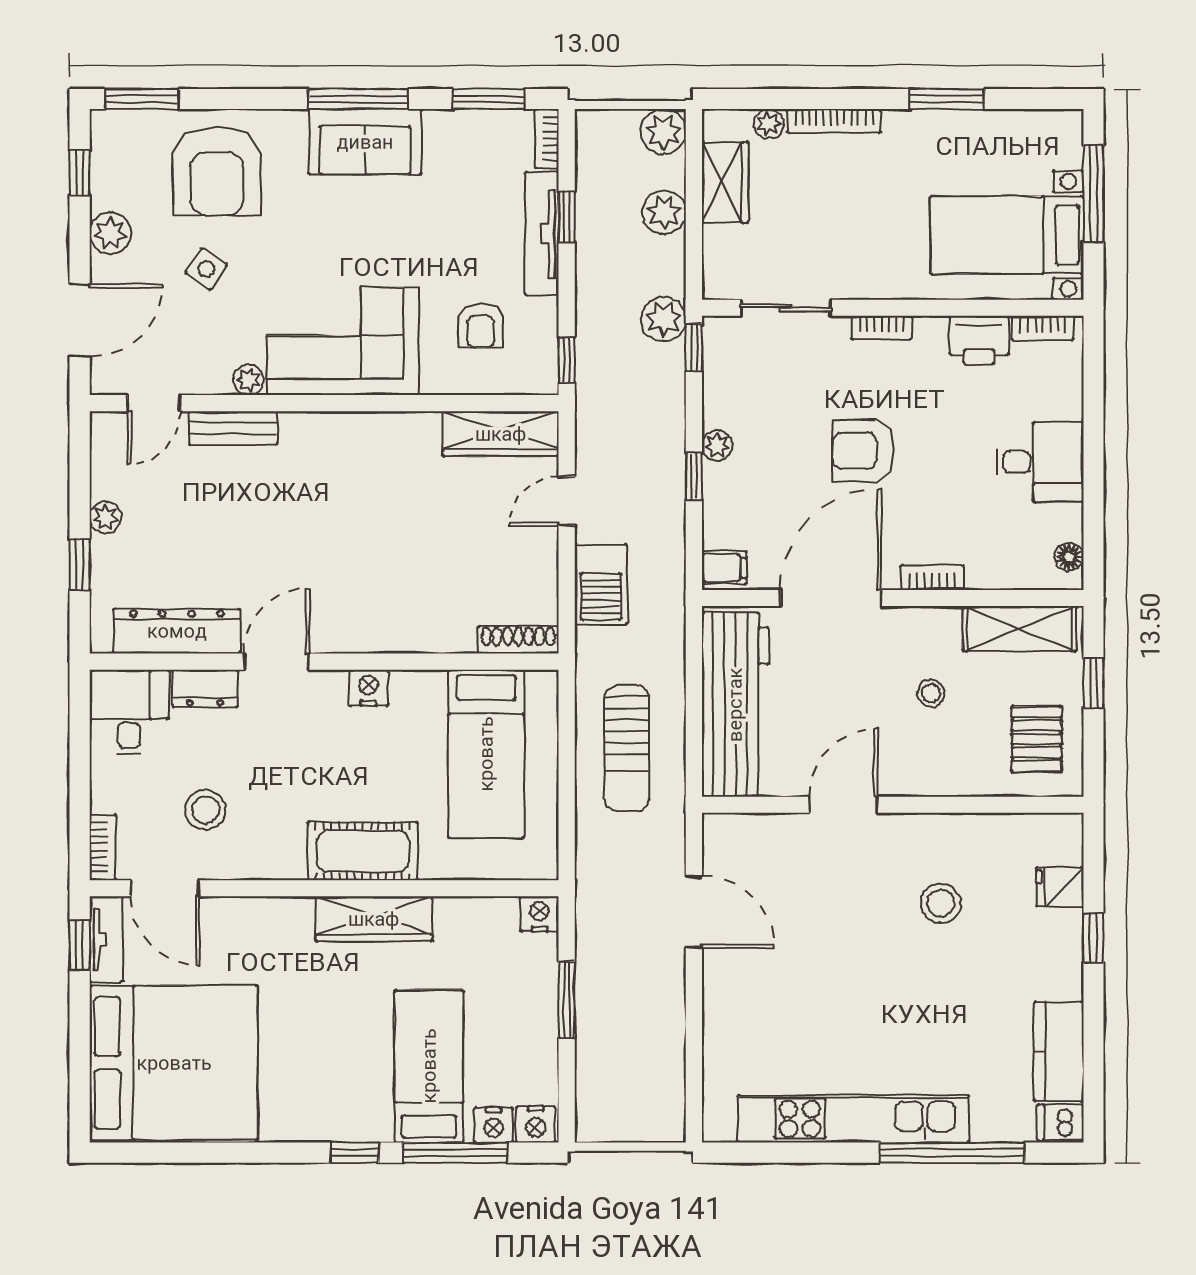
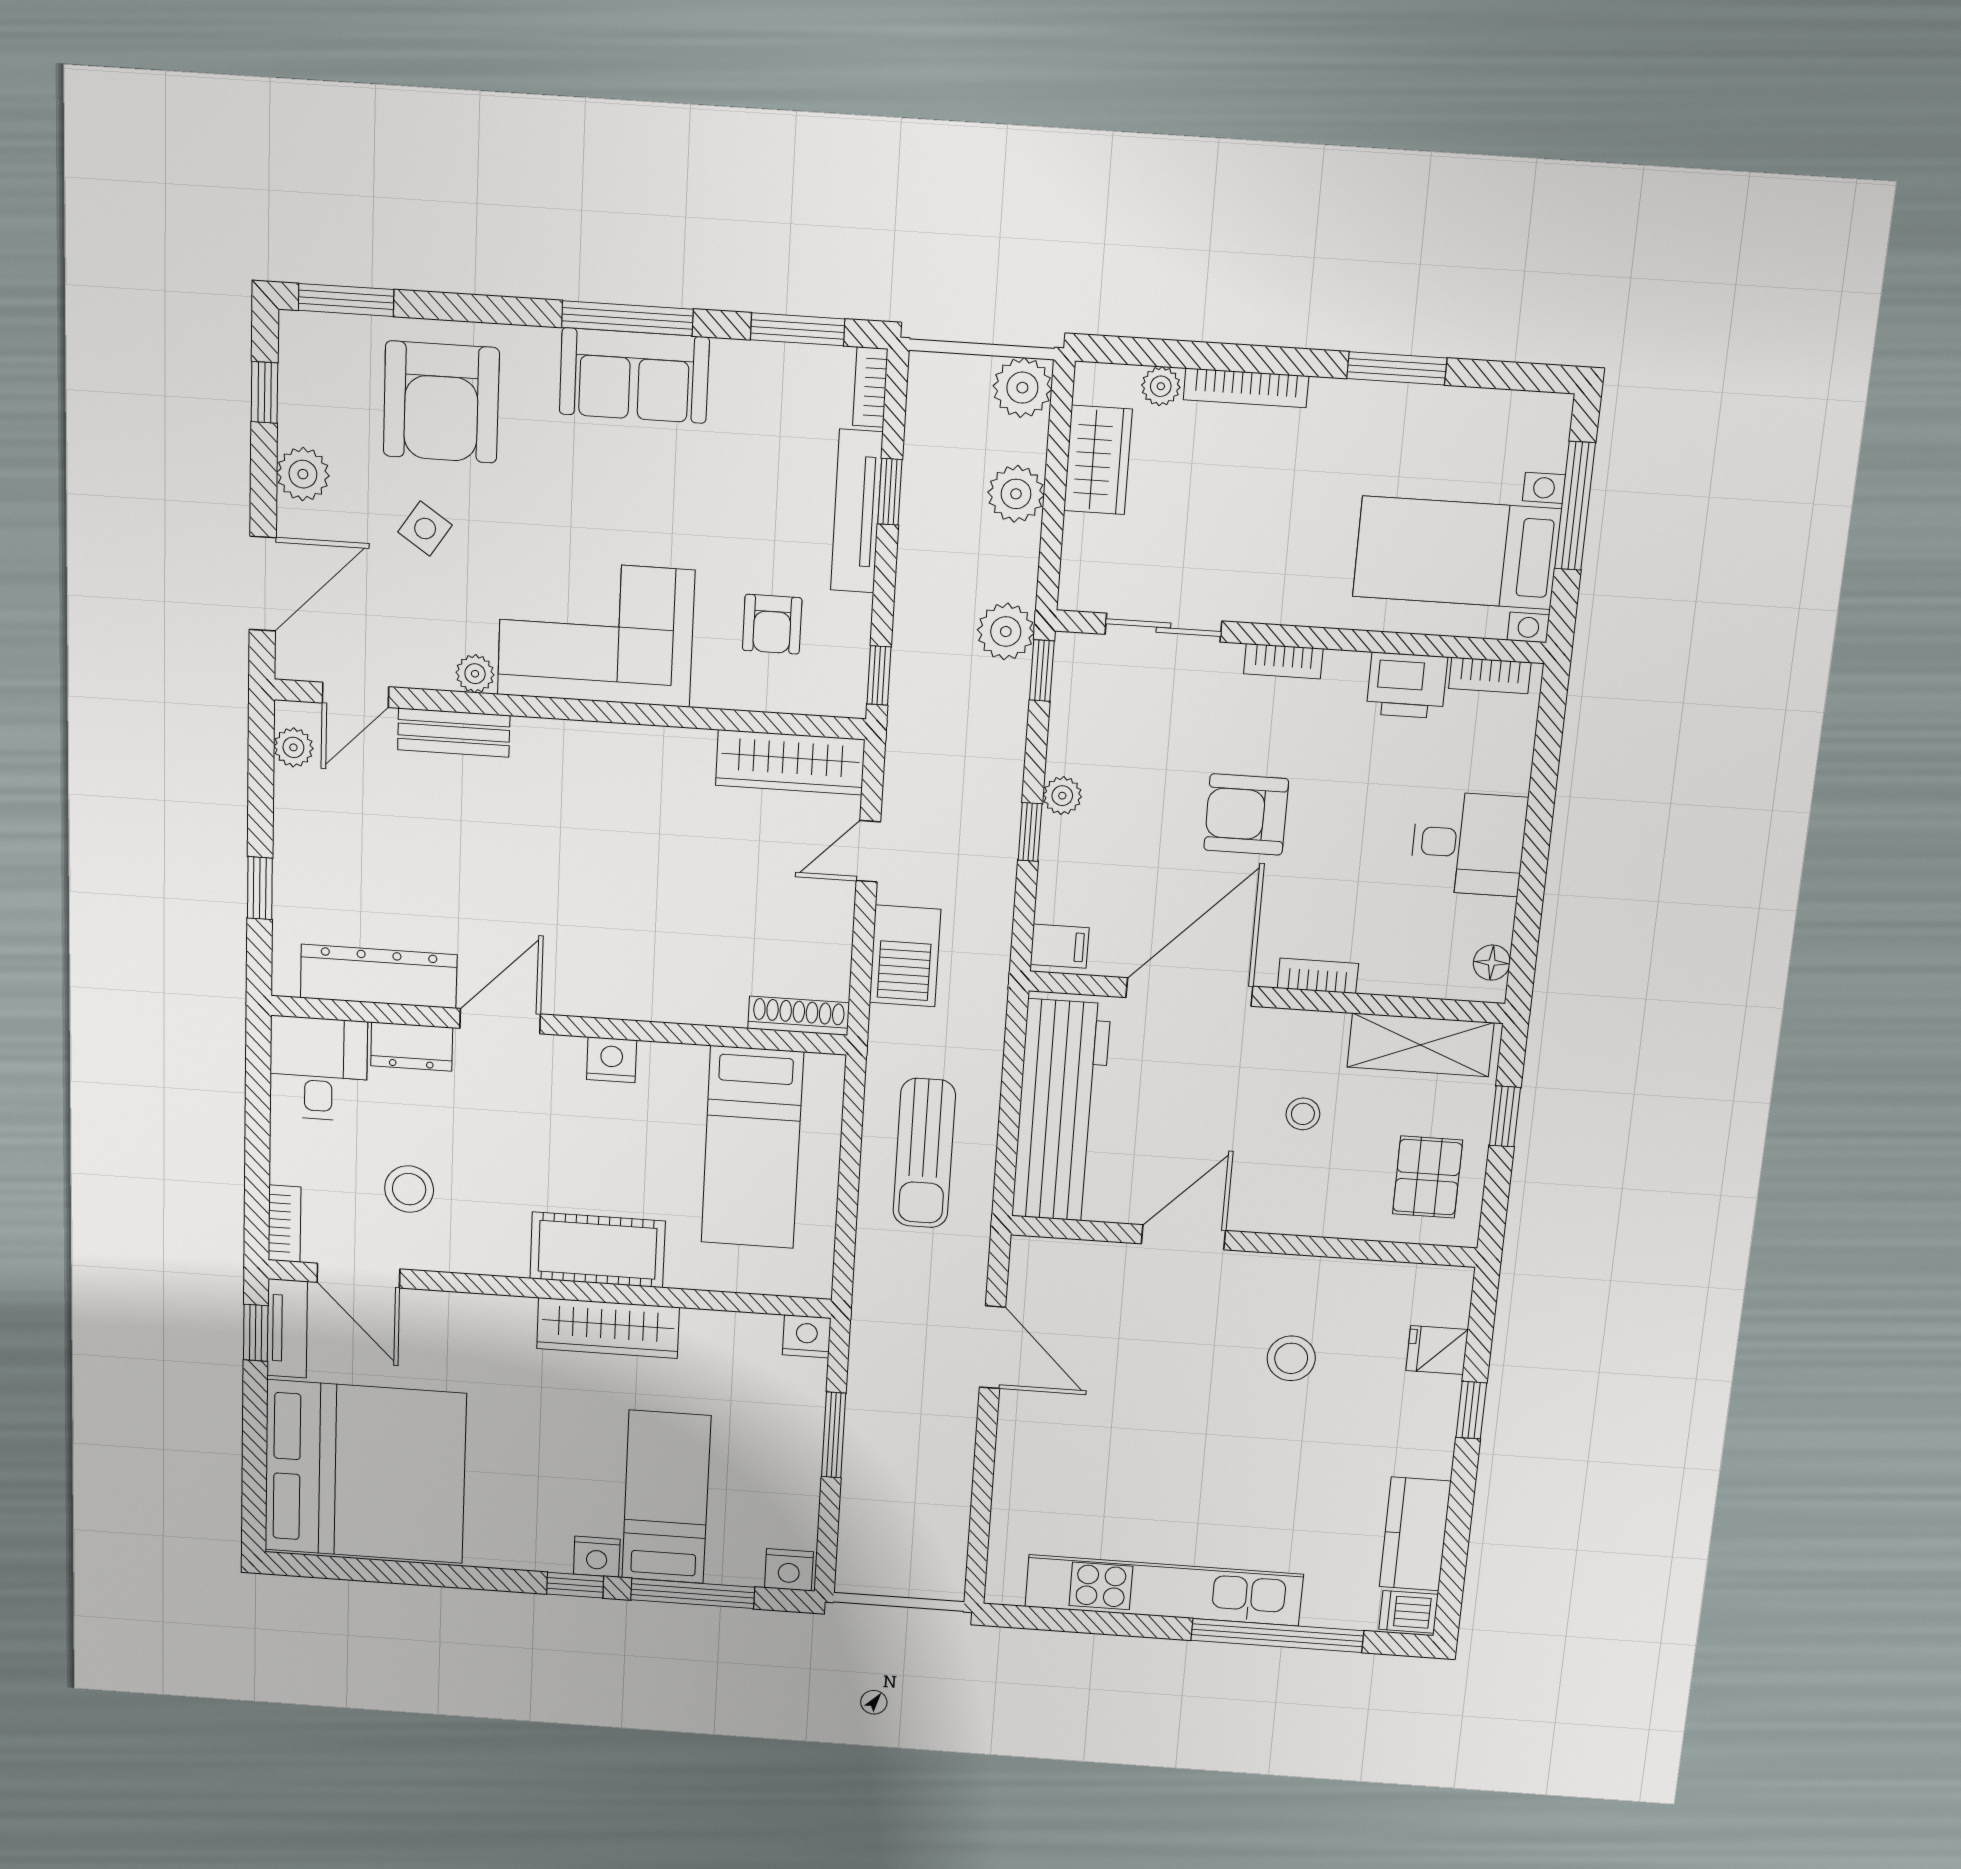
plant: (105, 517) -> (293, 747), moved
nightstand: (494, 1125) -> (597, 1557), moved

